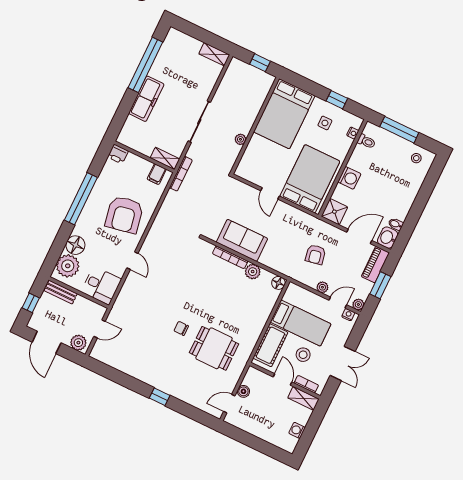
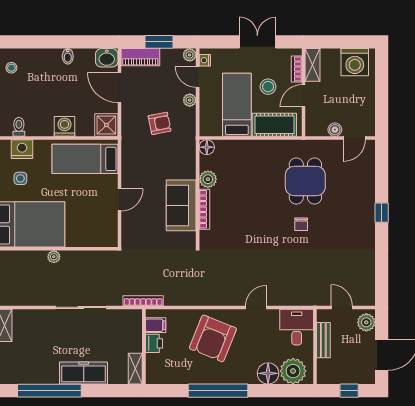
nightstand: (353, 133) -> (22, 149), width x1.89, depth x1.79
plant: (240, 139) -> (54, 257), moved
printer: (118, 154) -> (154, 343), moved
shelving: (165, 158) -> (135, 369), moved
bed: (310, 179) -> (85, 159), width x0.67
armchair: (124, 215) -> (213, 338), turned 123
bidet: (396, 224) -> (68, 56), moved
bench: (61, 292) -> (323, 340), moved
door: (229, 404) -> (354, 138), hinge flipped
washing machine: (297, 430) -> (355, 62), width x1.89, depth x1.89

